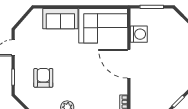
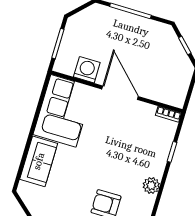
door: (129, 64) -> (120, 93), swing flipped

